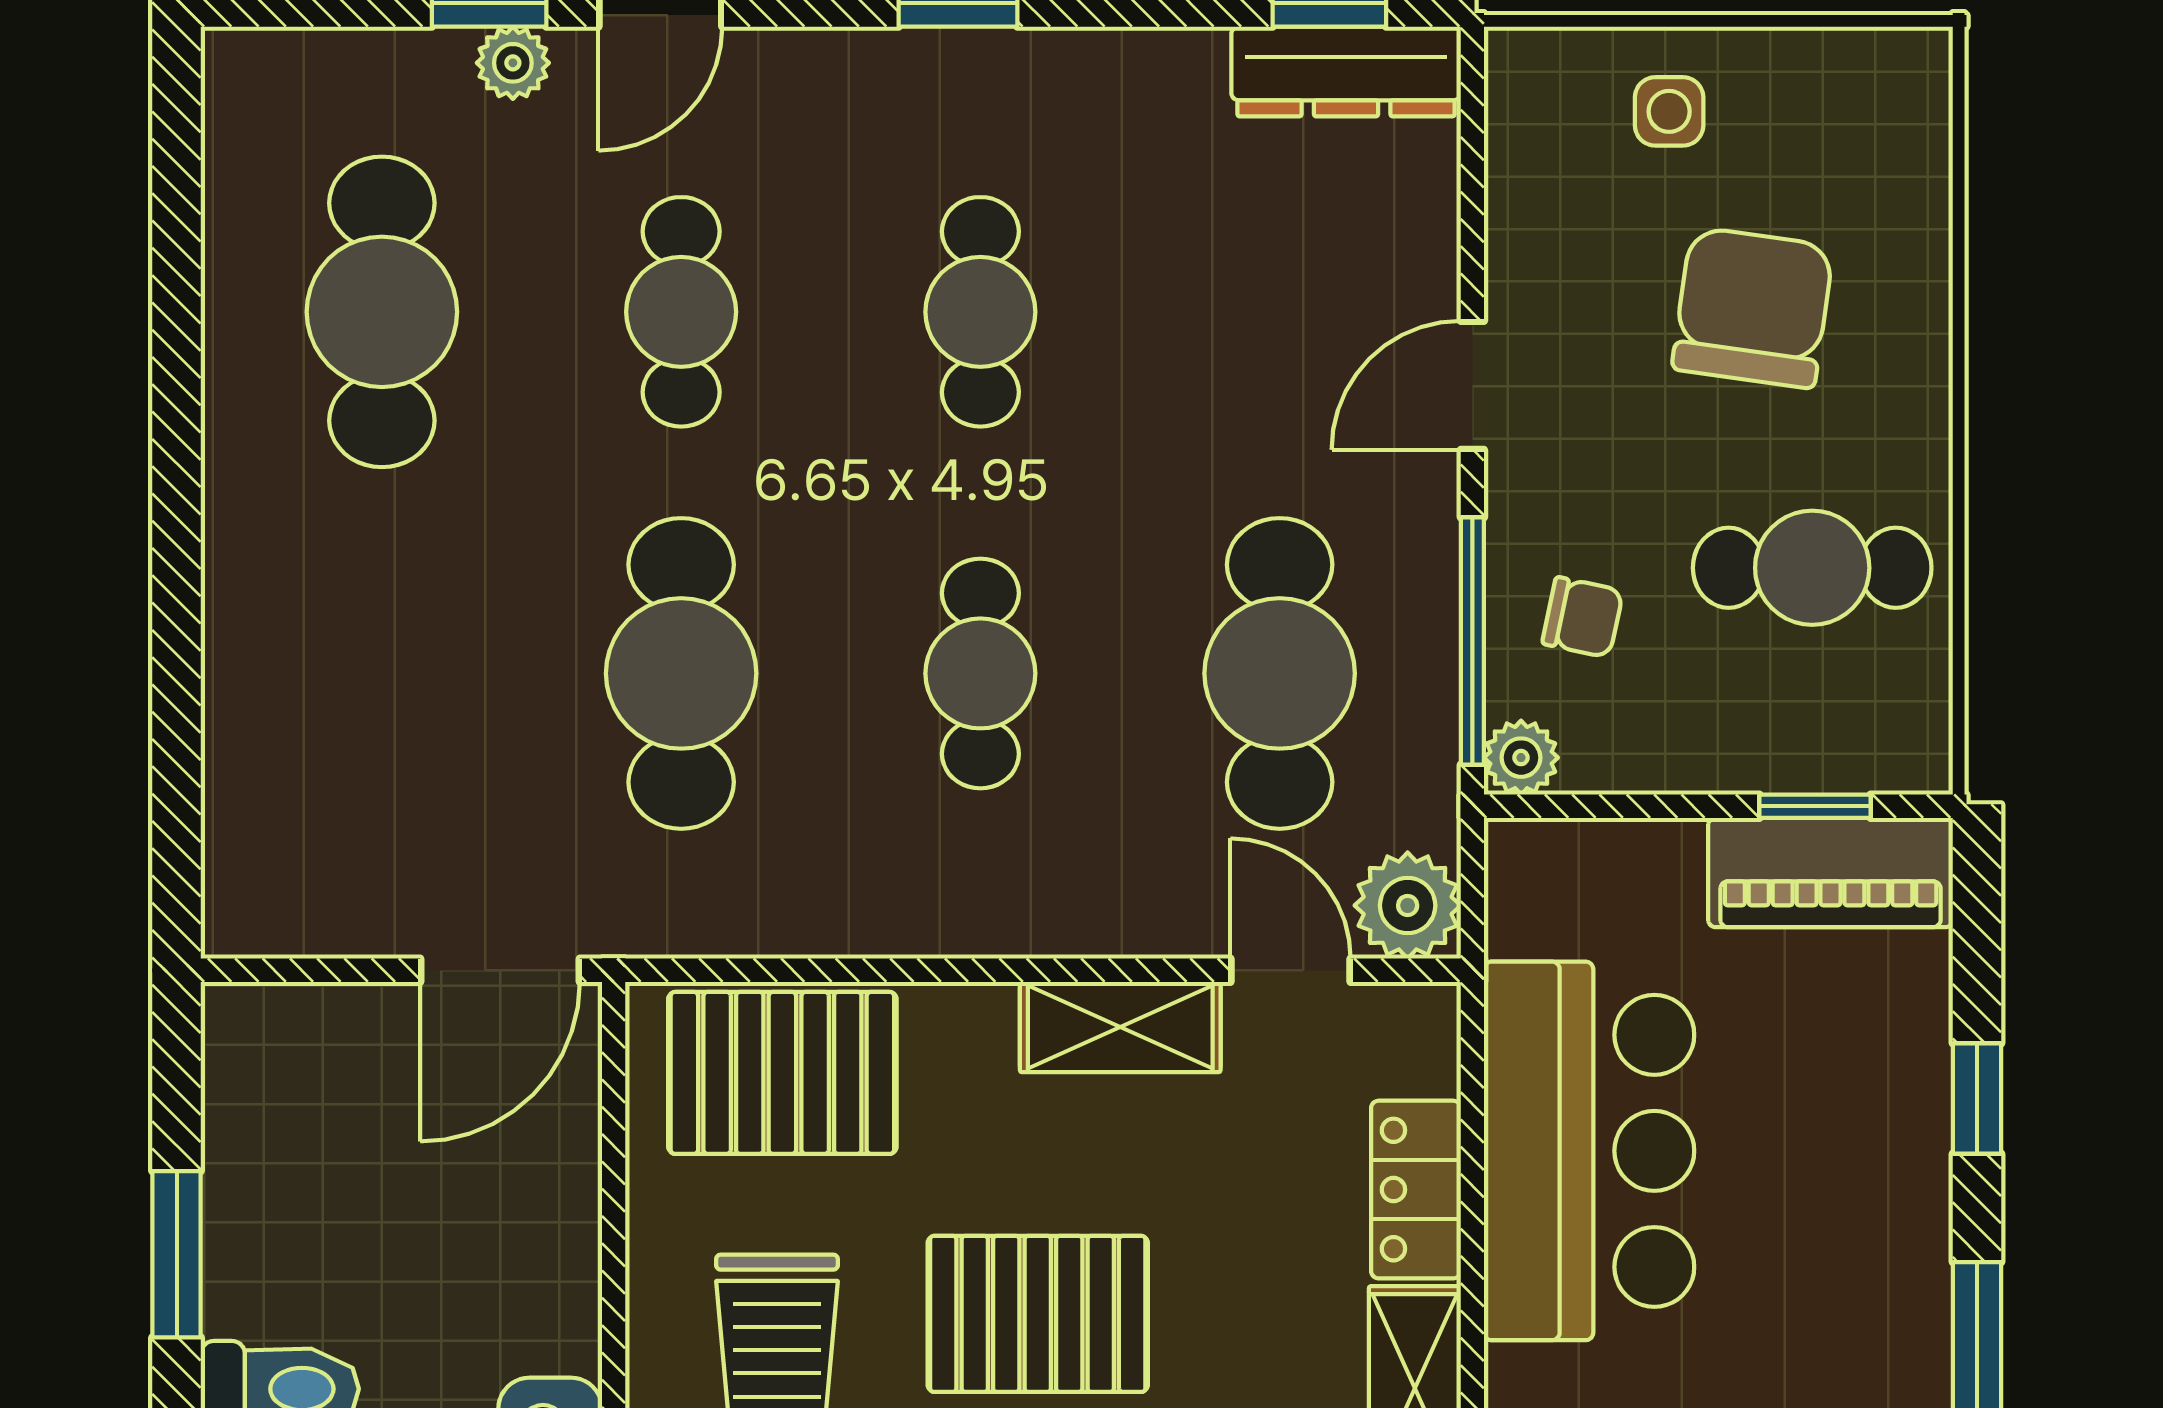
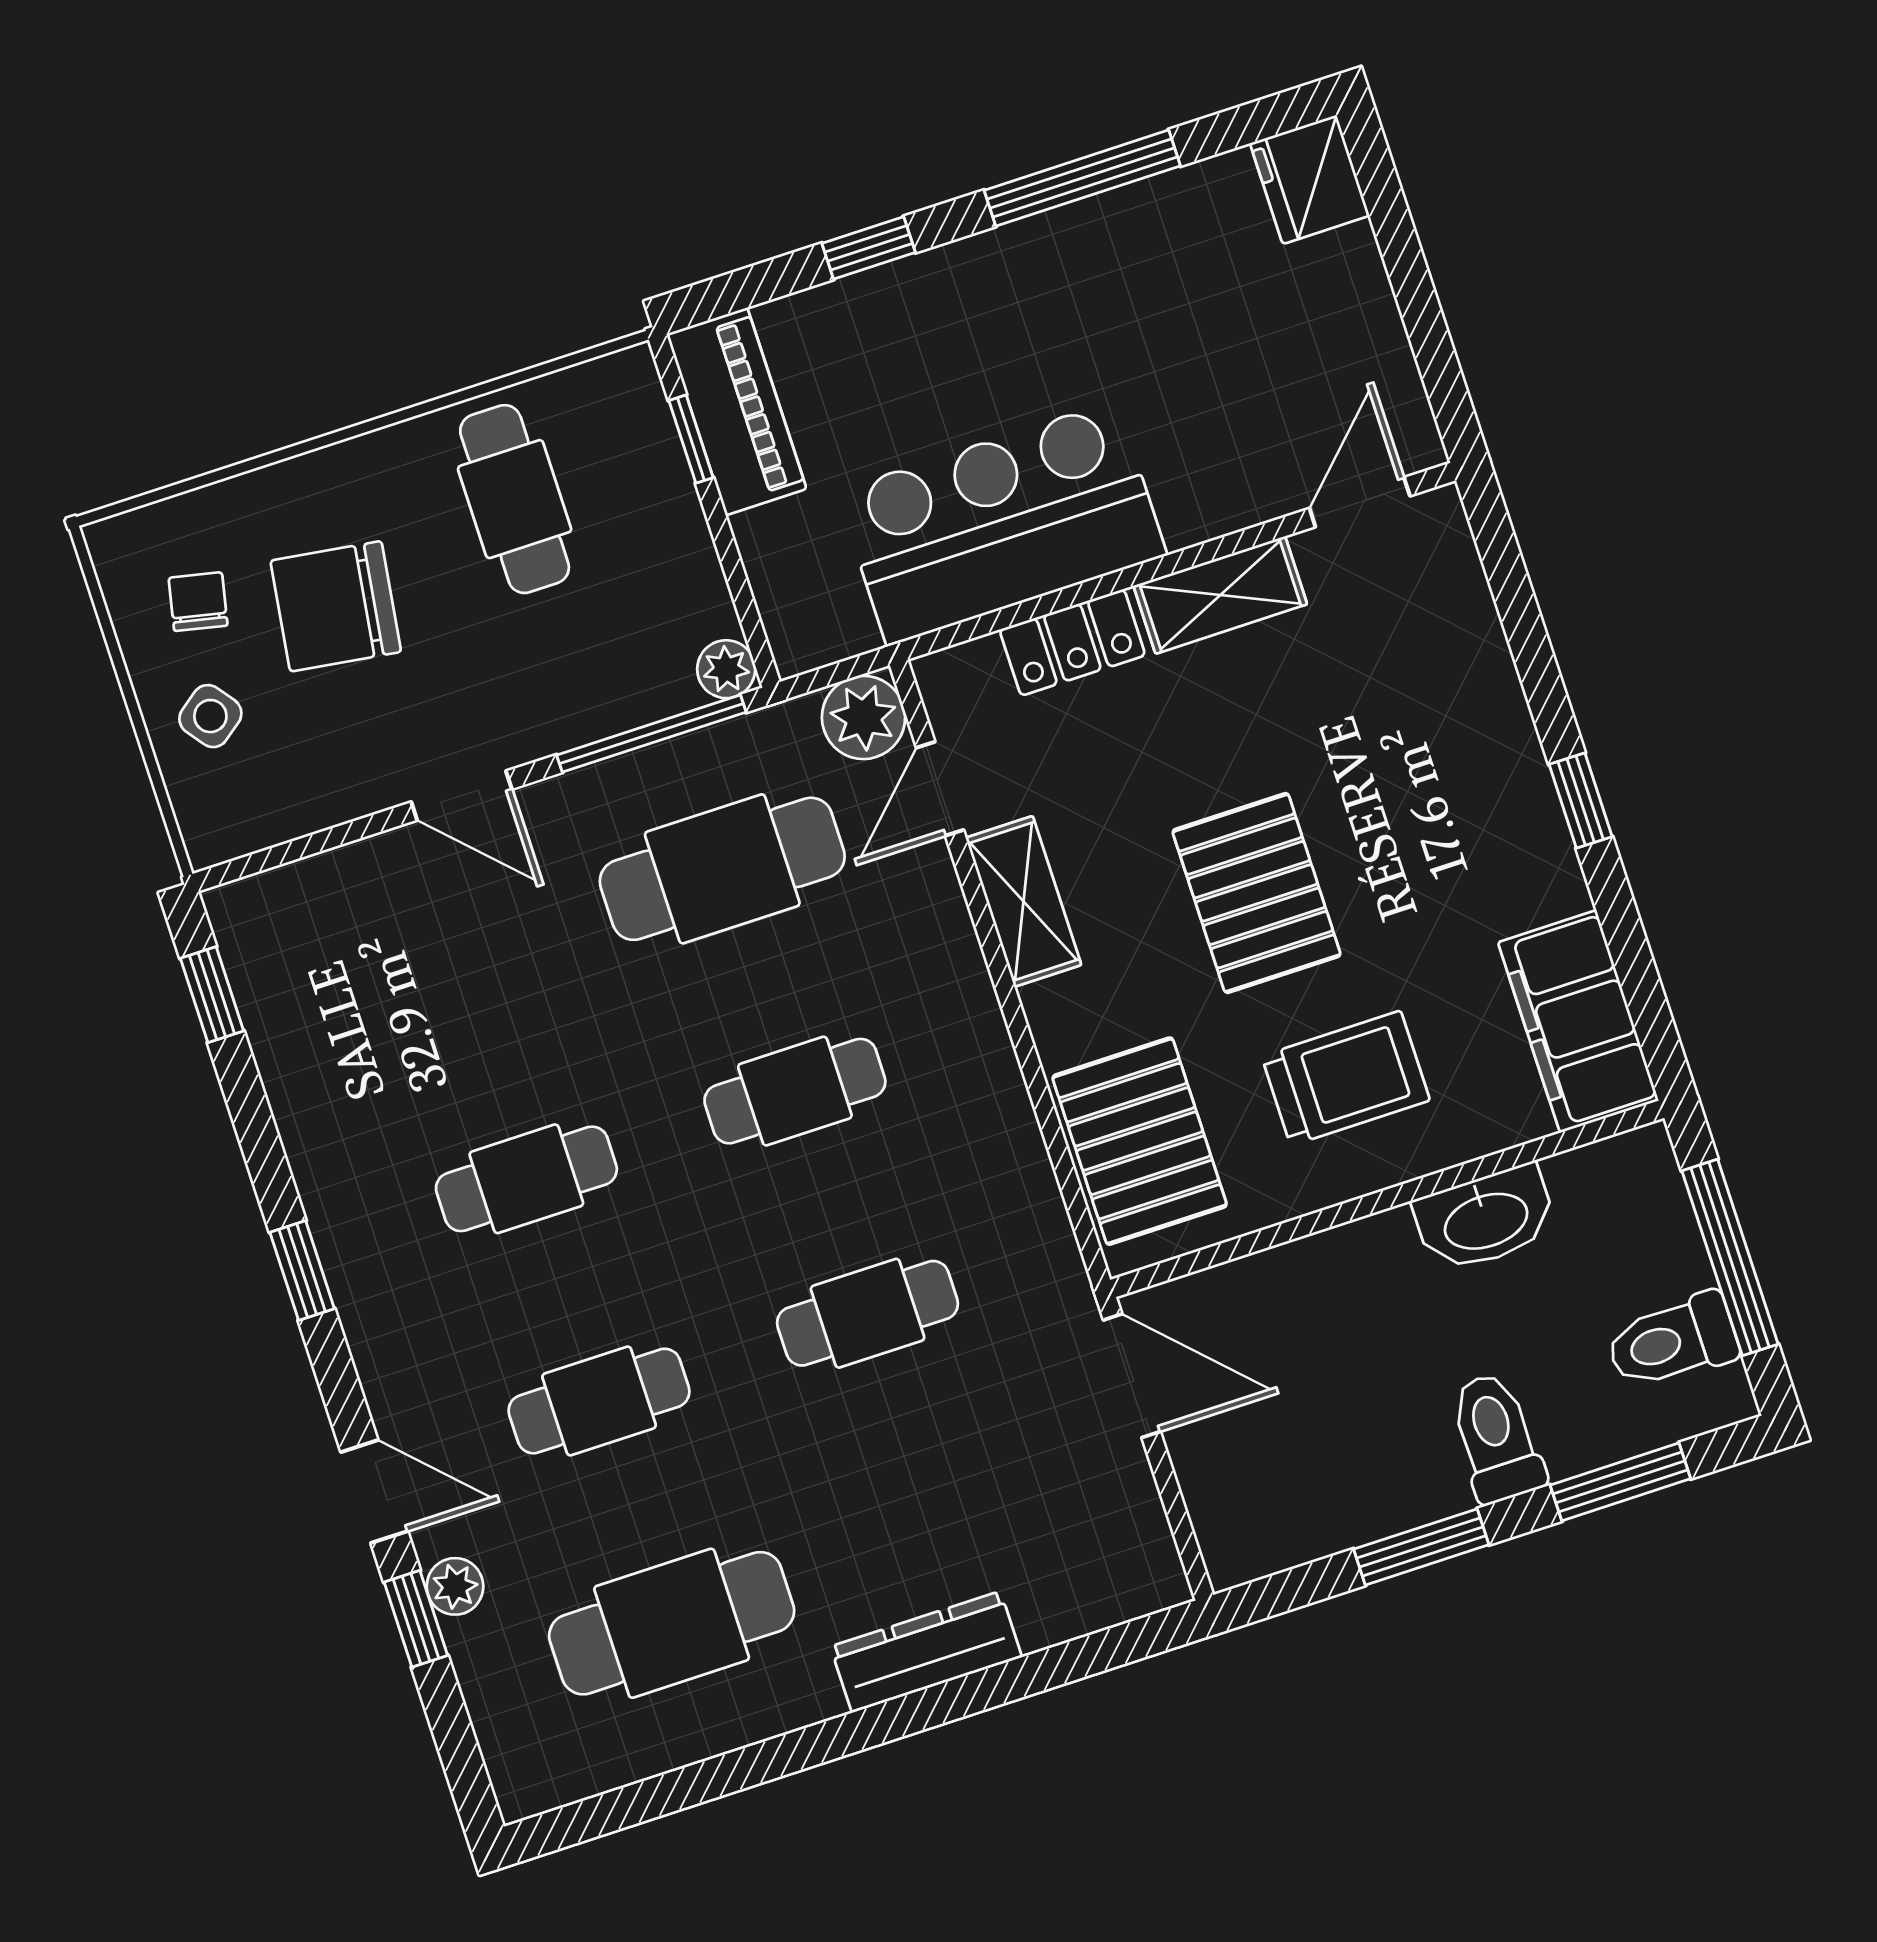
dresser: (1346, 72) -> (926, 1652), moved, turned -90
side table: (1669, 111) -> (210, 716), turned -37
chair: (1583, 617) -> (198, 602), moved
cafe table: (681, 673) -> (868, 1313), width x0.73, depth x0.74

